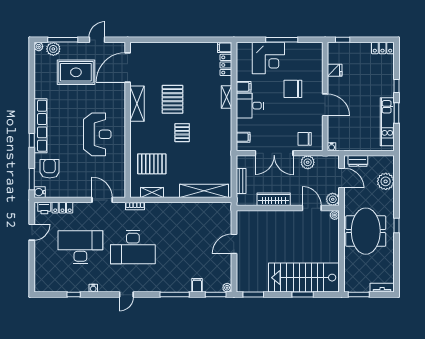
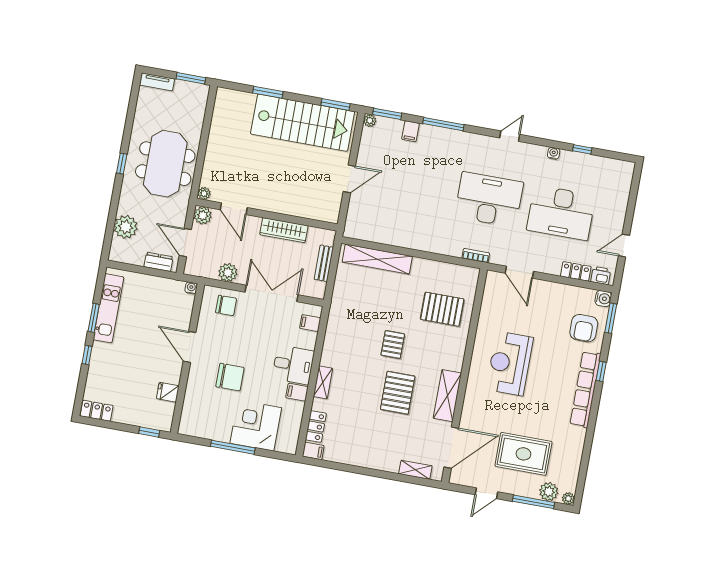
shelving: (152, 192) -> (415, 470), moved
stairs: (304, 278) -> (303, 123), moved

